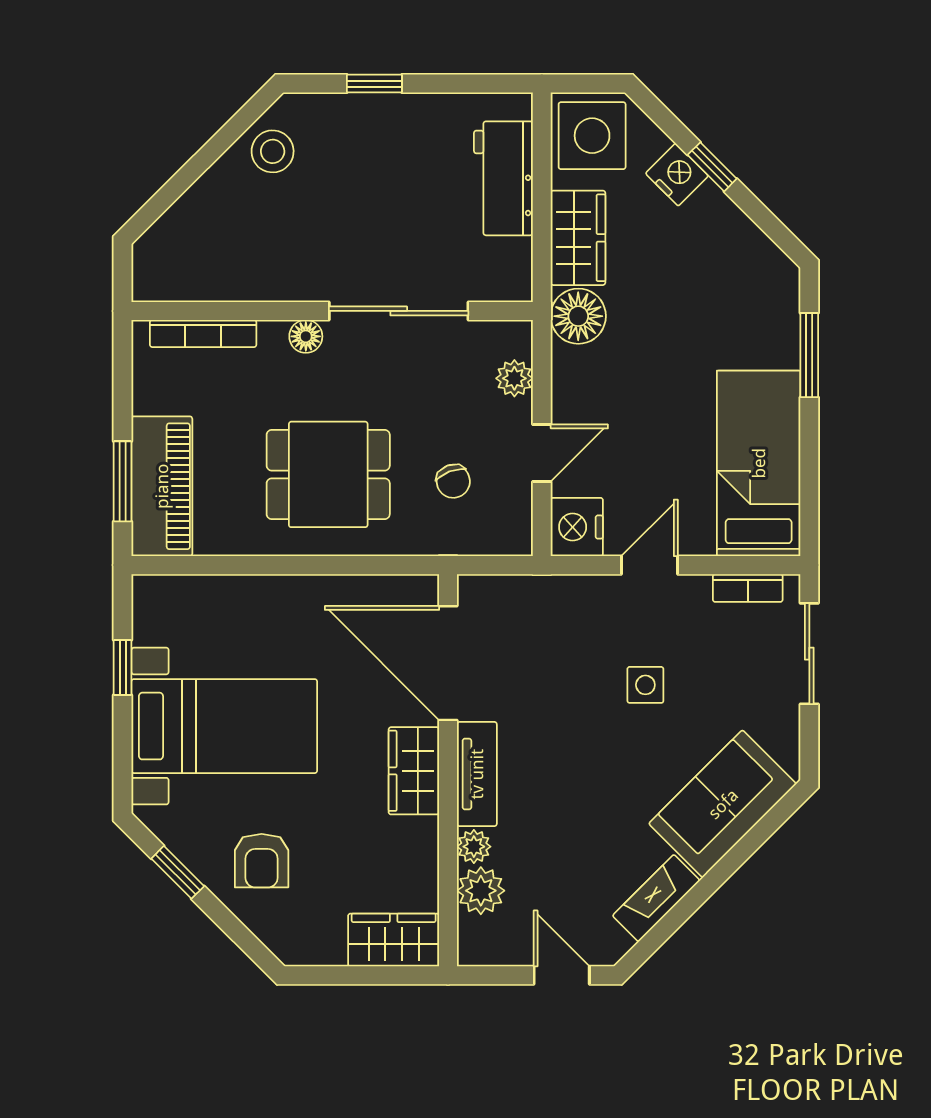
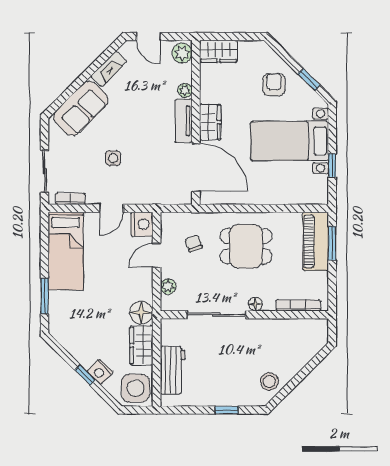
plant: (481, 891) -> (182, 53), moved

